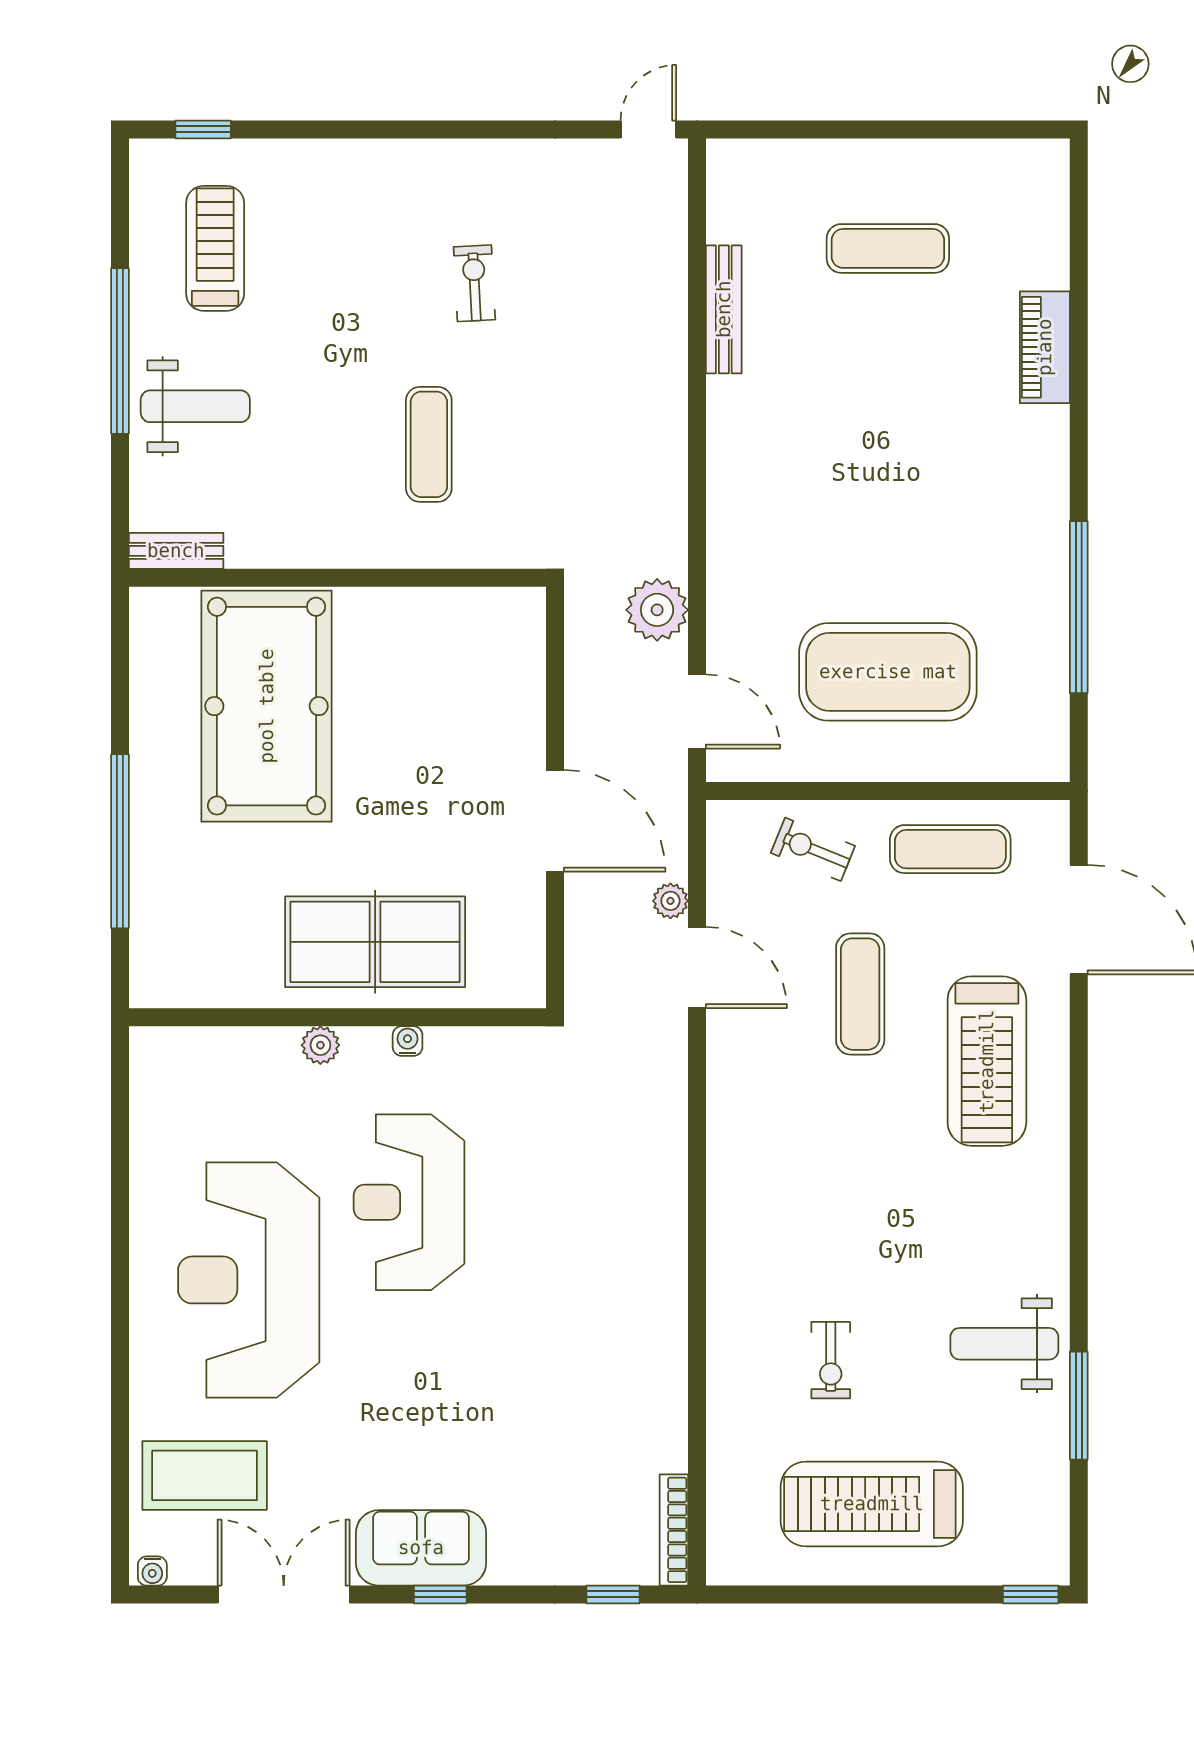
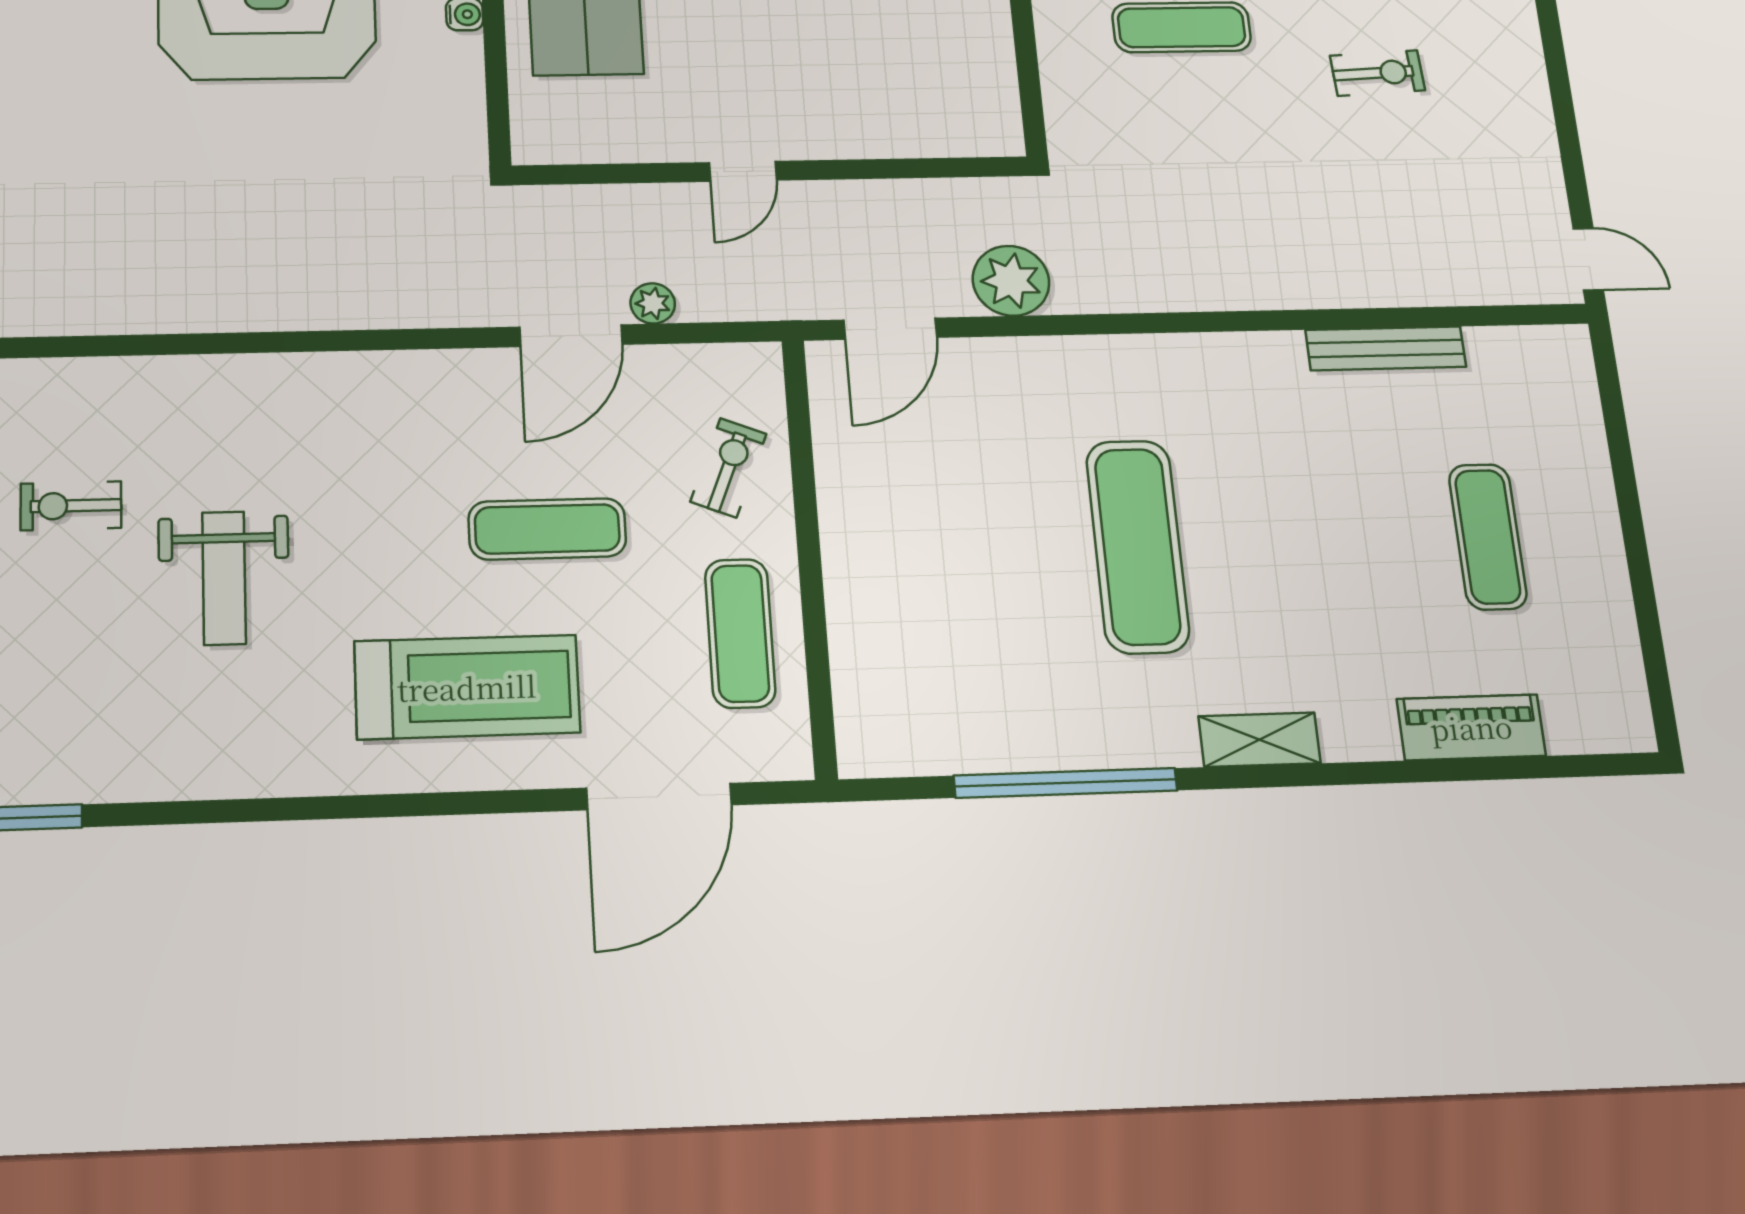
piano: (1045, 347) -> (1471, 727), moved
shelving: (1049, 452) -> (1259, 740), added
exercise mat: (888, 672) -> (1138, 546), moved, width x0.68
door: (555, 821) -> (743, 171), width x0.53
treadmill: (987, 1061) -> (467, 687), turned 180
weight bench: (1004, 1344) -> (224, 578), moved, turned 180

